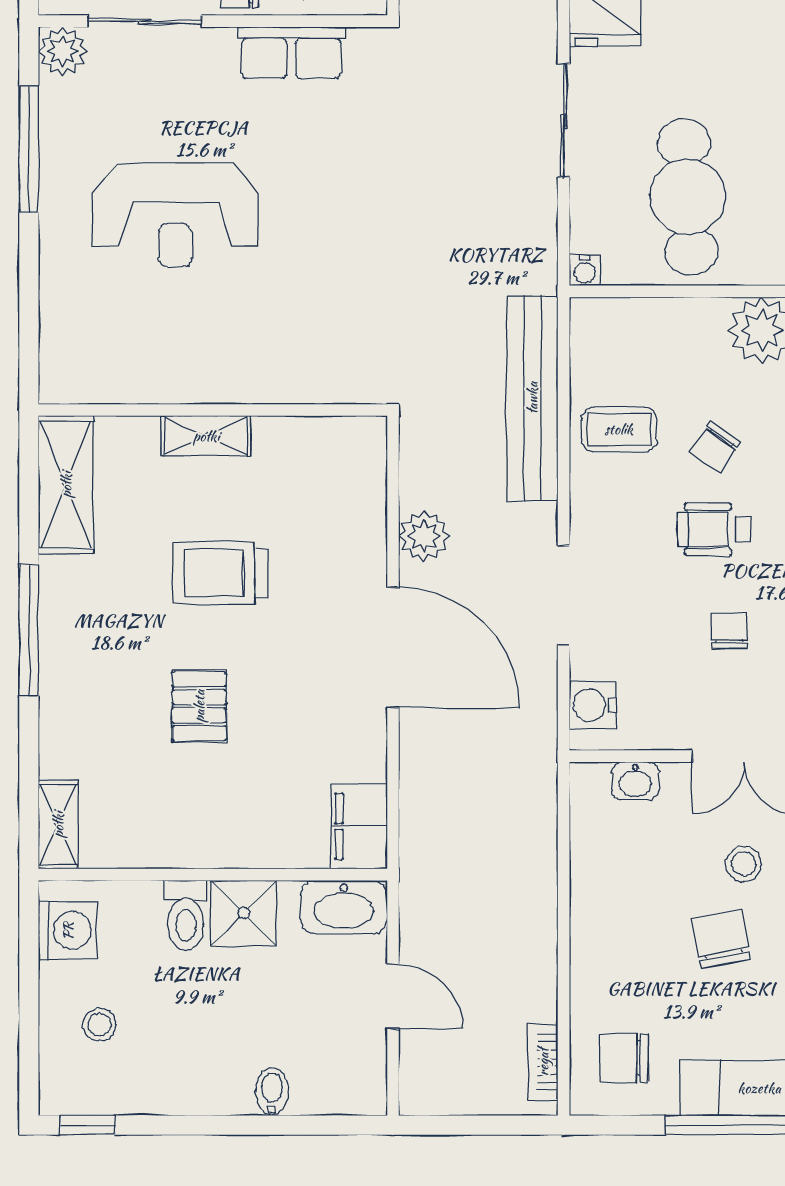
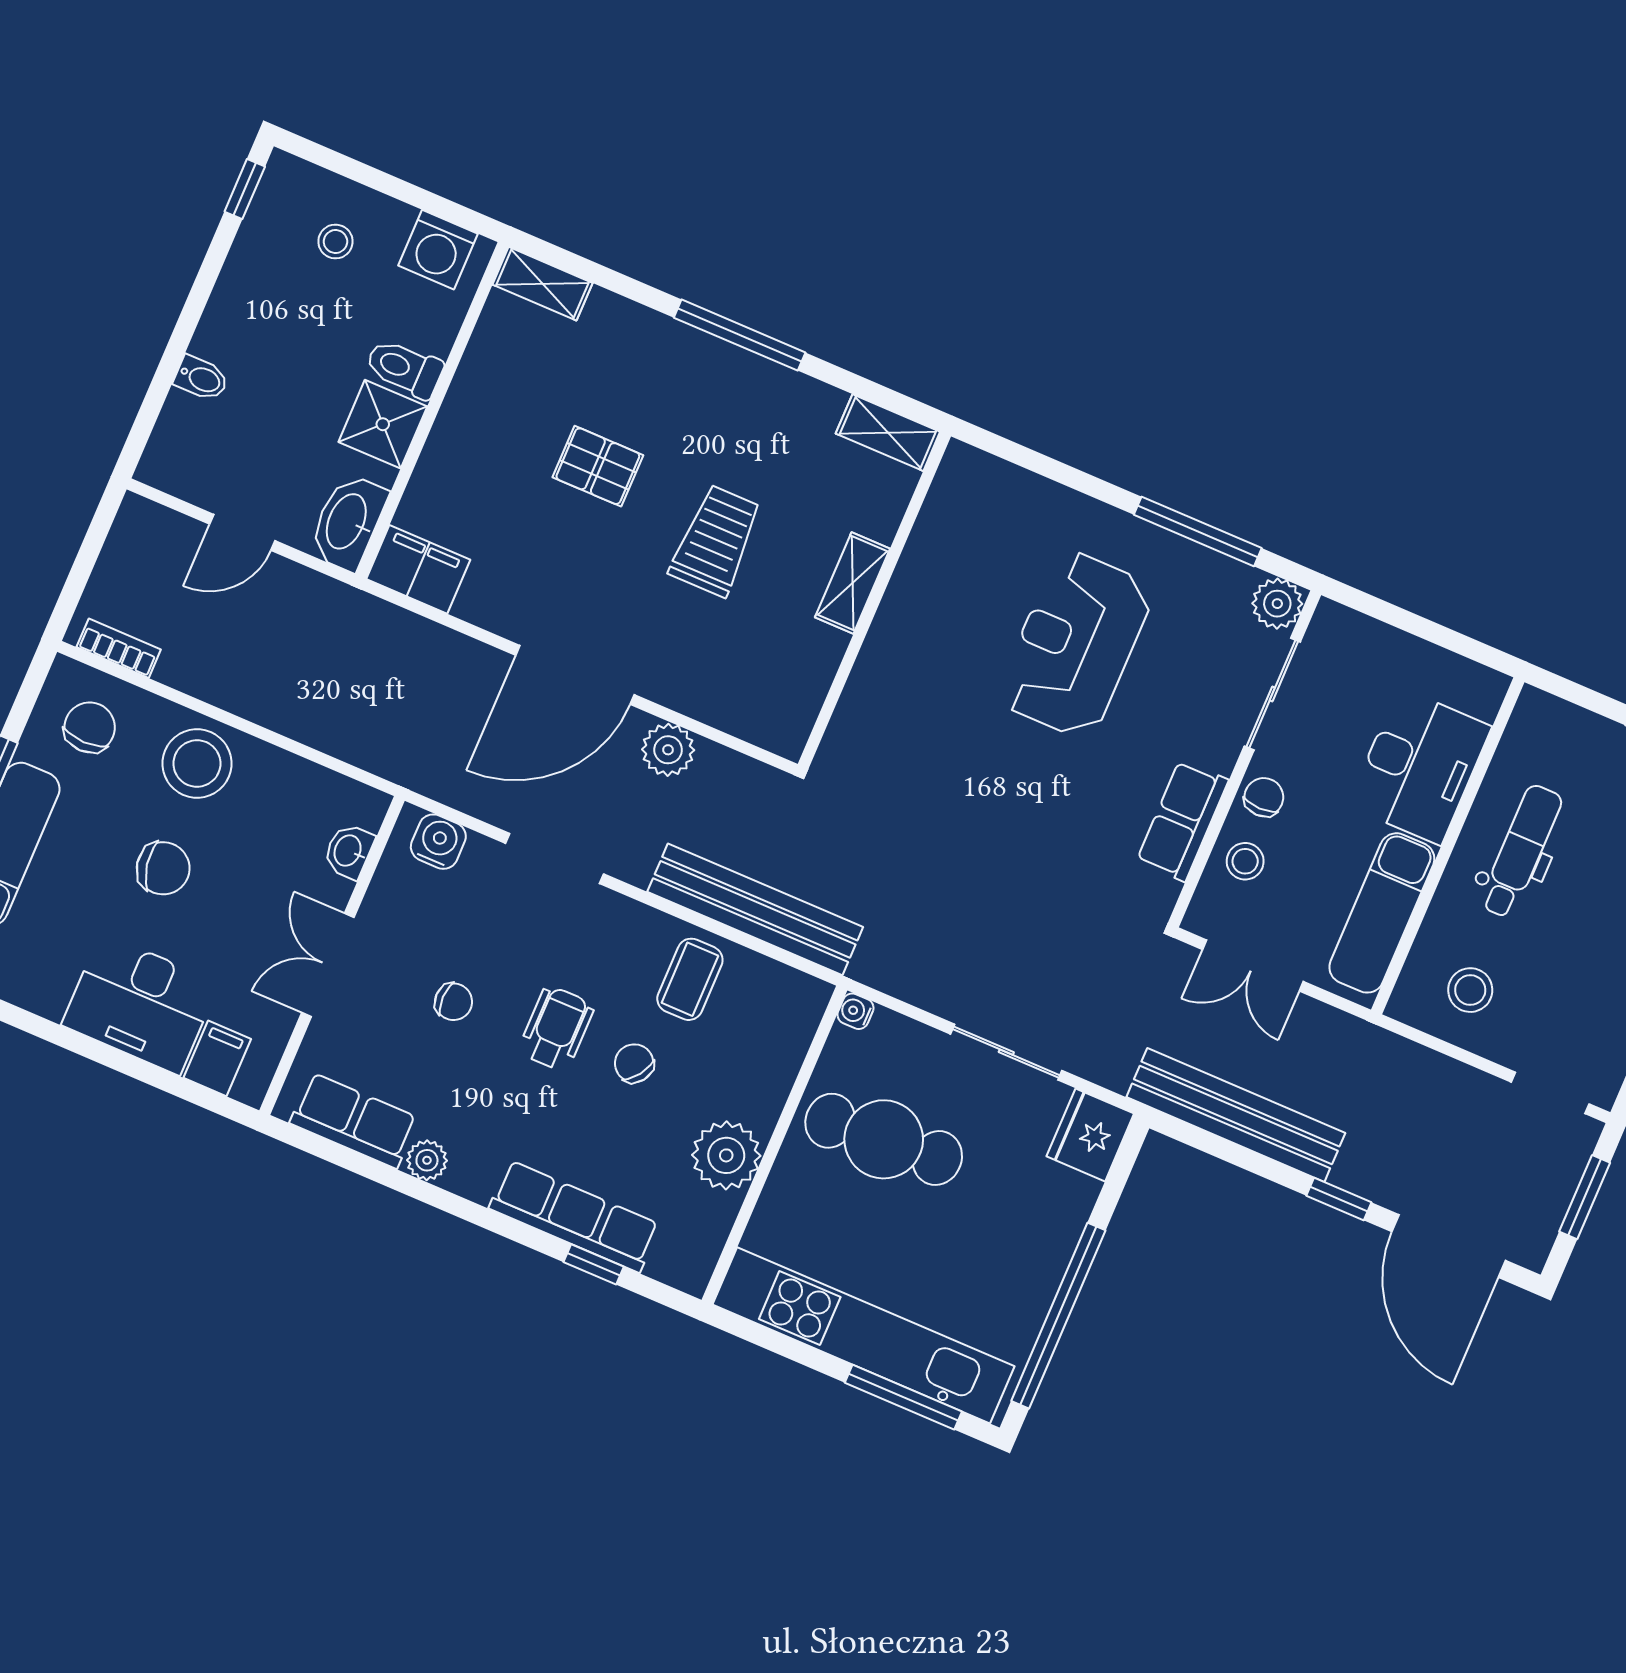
shelving: (66, 485) -> (888, 433), width x0.67, depth x0.75
stool: (744, 864) -> (197, 764), moved, width x1.89, depth x1.89

